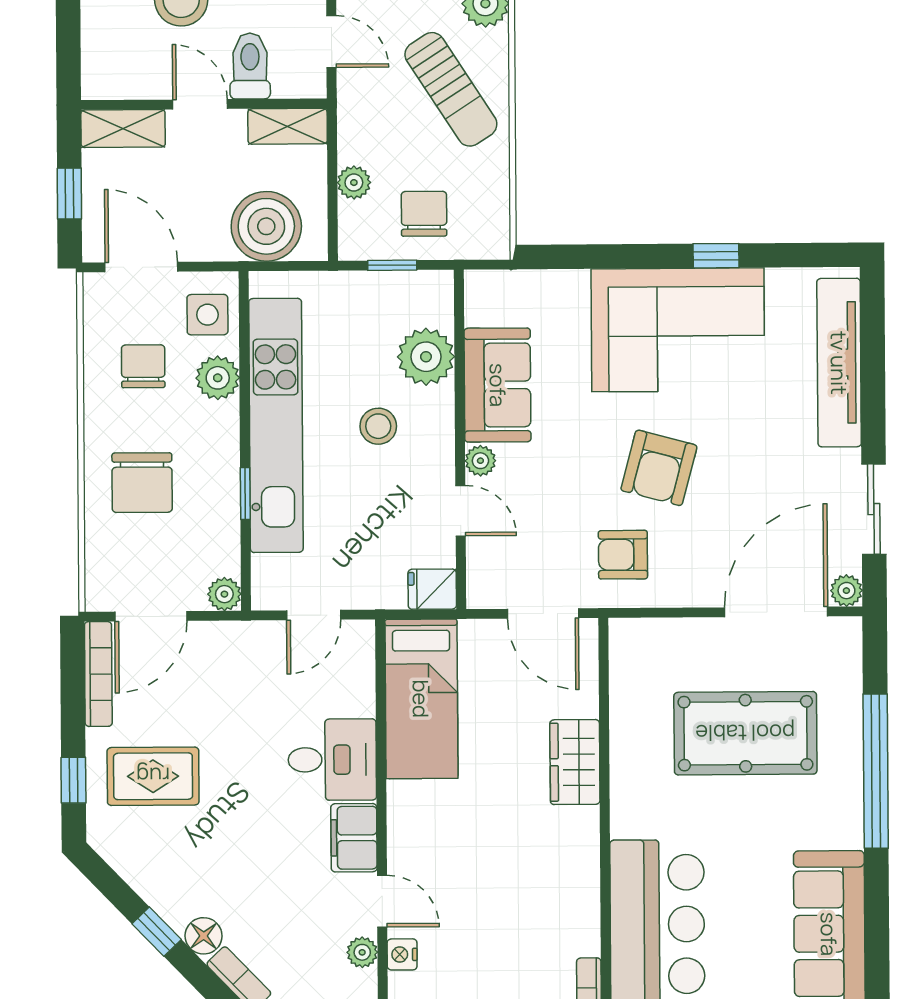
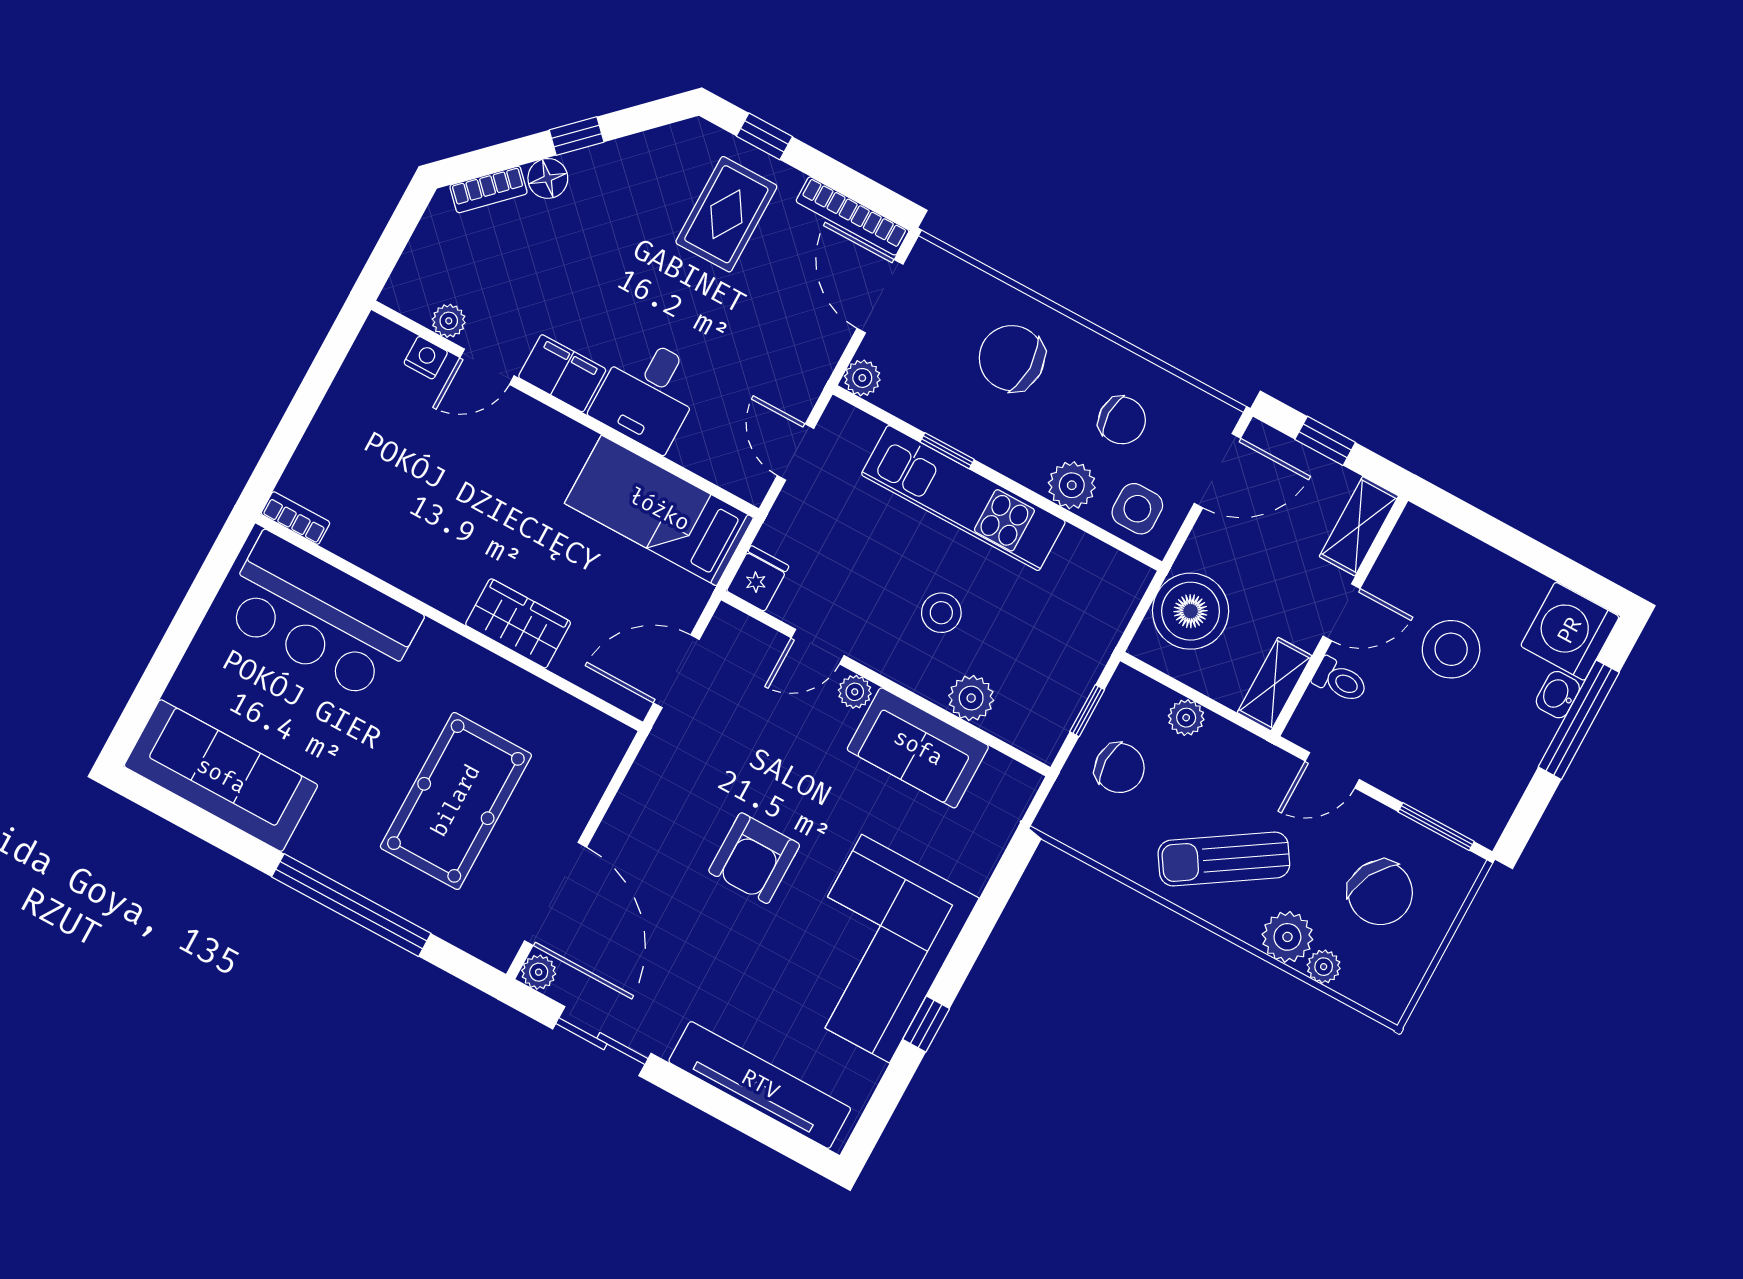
toilet: (250, 66) -> (1340, 680), width x0.73, depth x0.72
plant: (426, 357) -> (971, 698), width x0.73, depth x0.73
kitchen unit: (276, 425) -> (963, 498), width x0.73
armchair: (659, 468) -> (754, 858), turned -105
armchair: (623, 555) -> (690, 778), removed

